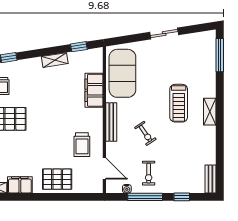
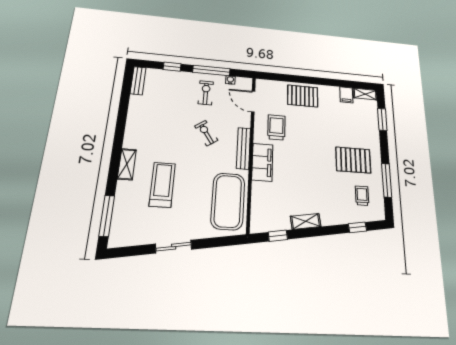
filing cabinet: (94, 90) -> (262, 162), moved
treadmill: (179, 103) -> (162, 185), moved
shelving: (210, 112) -> (127, 164), moved
filing cabinet: (20, 185) -> (346, 95), width x0.50

